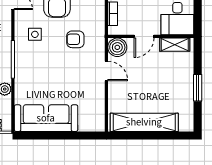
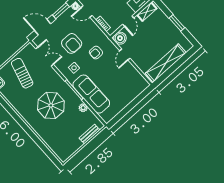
door: (106, 71) -> (125, 54), swing flipped
sofa: (46, 118) -> (91, 94), moved, turned 90

